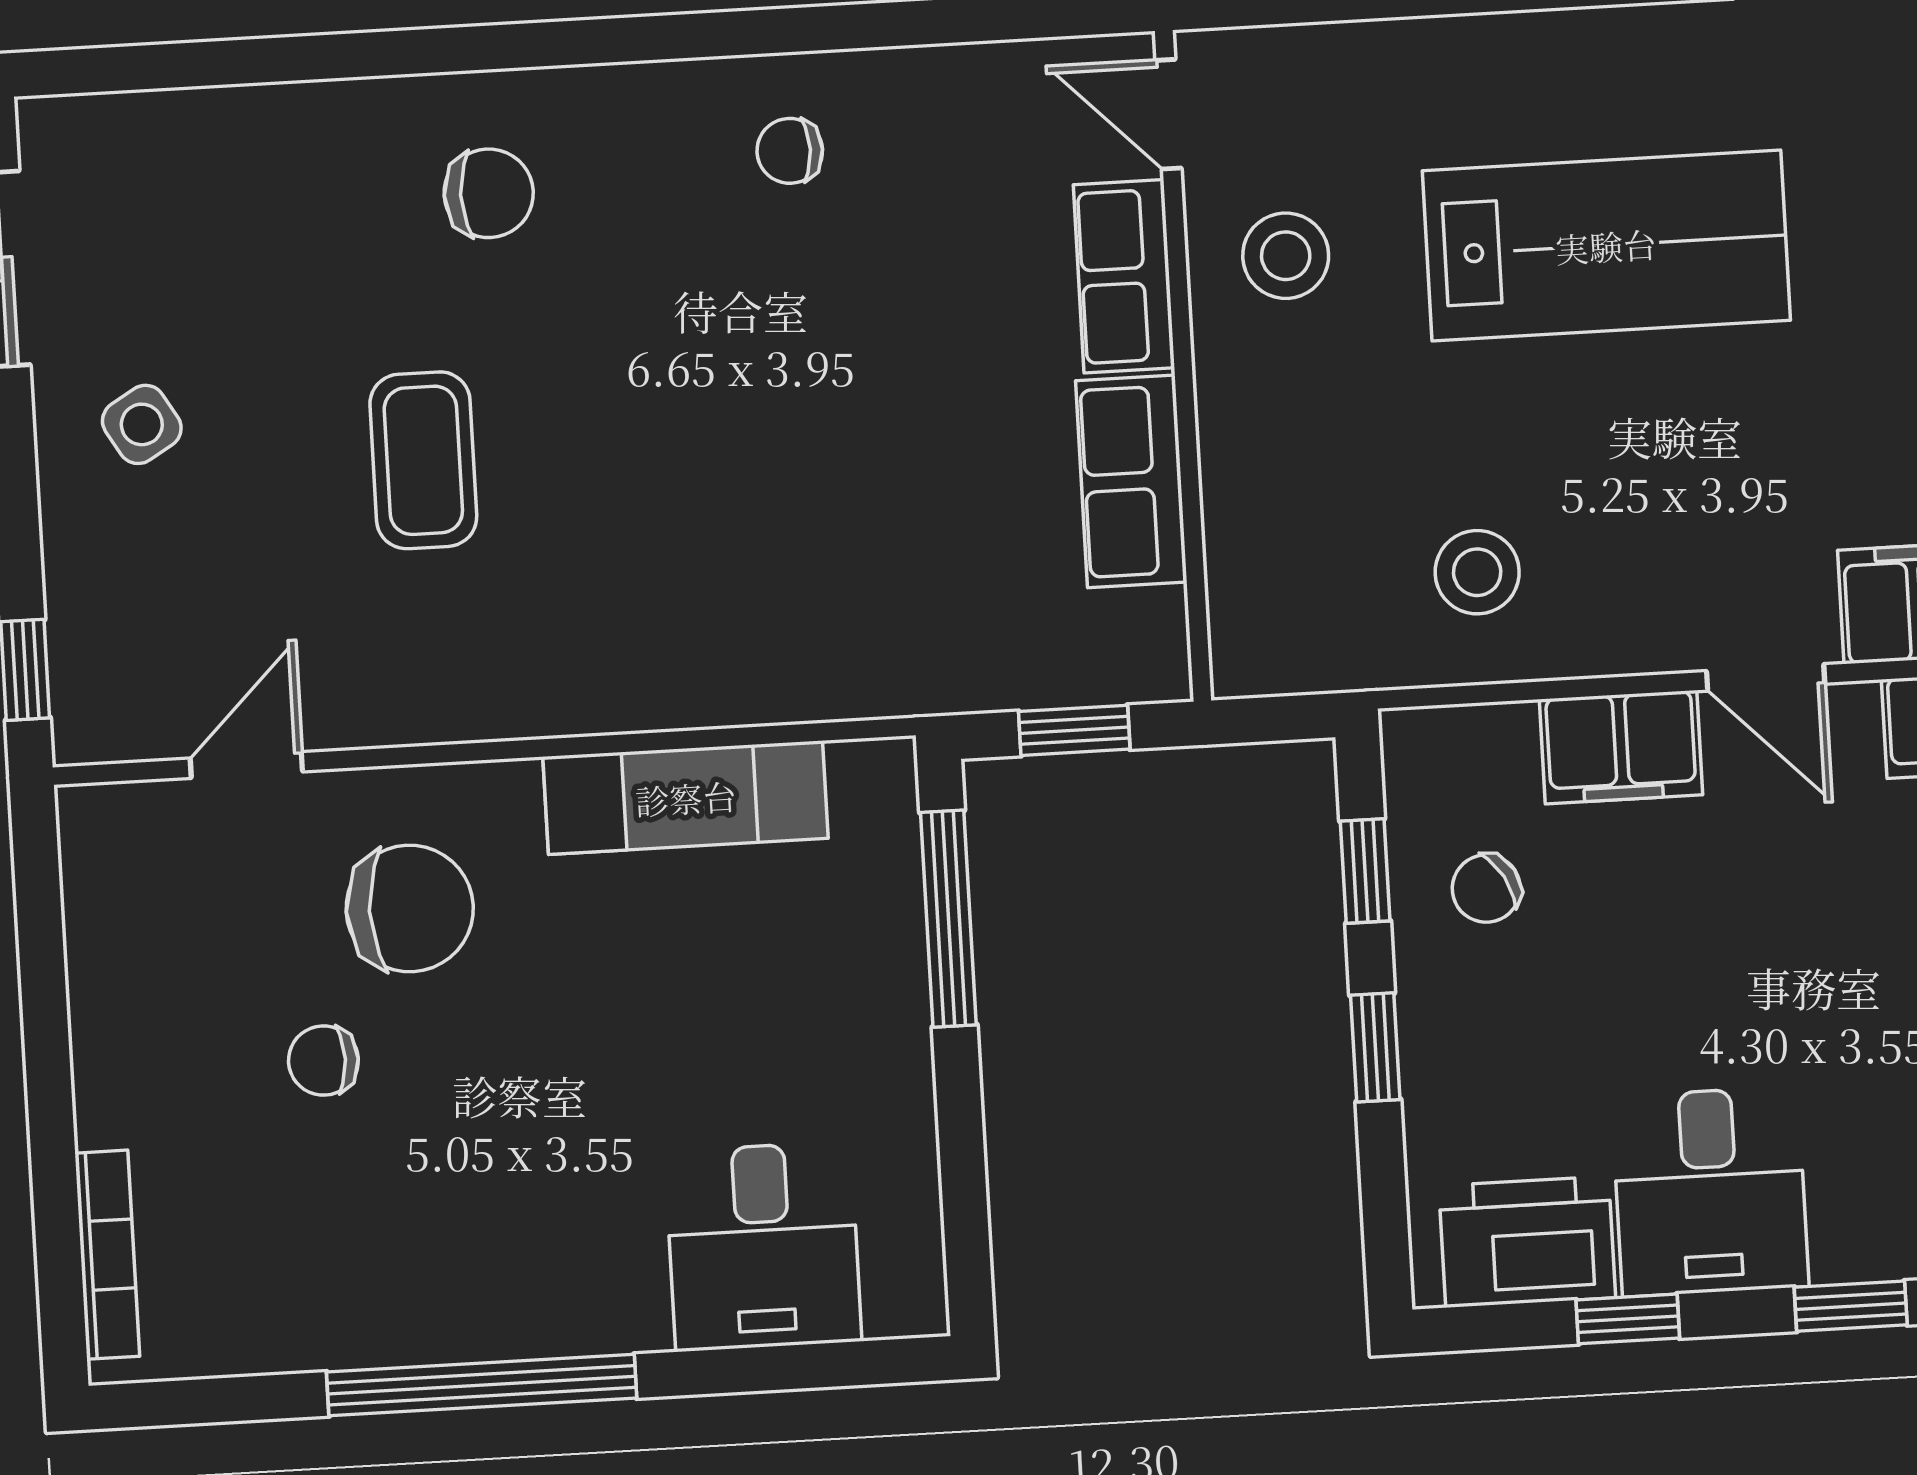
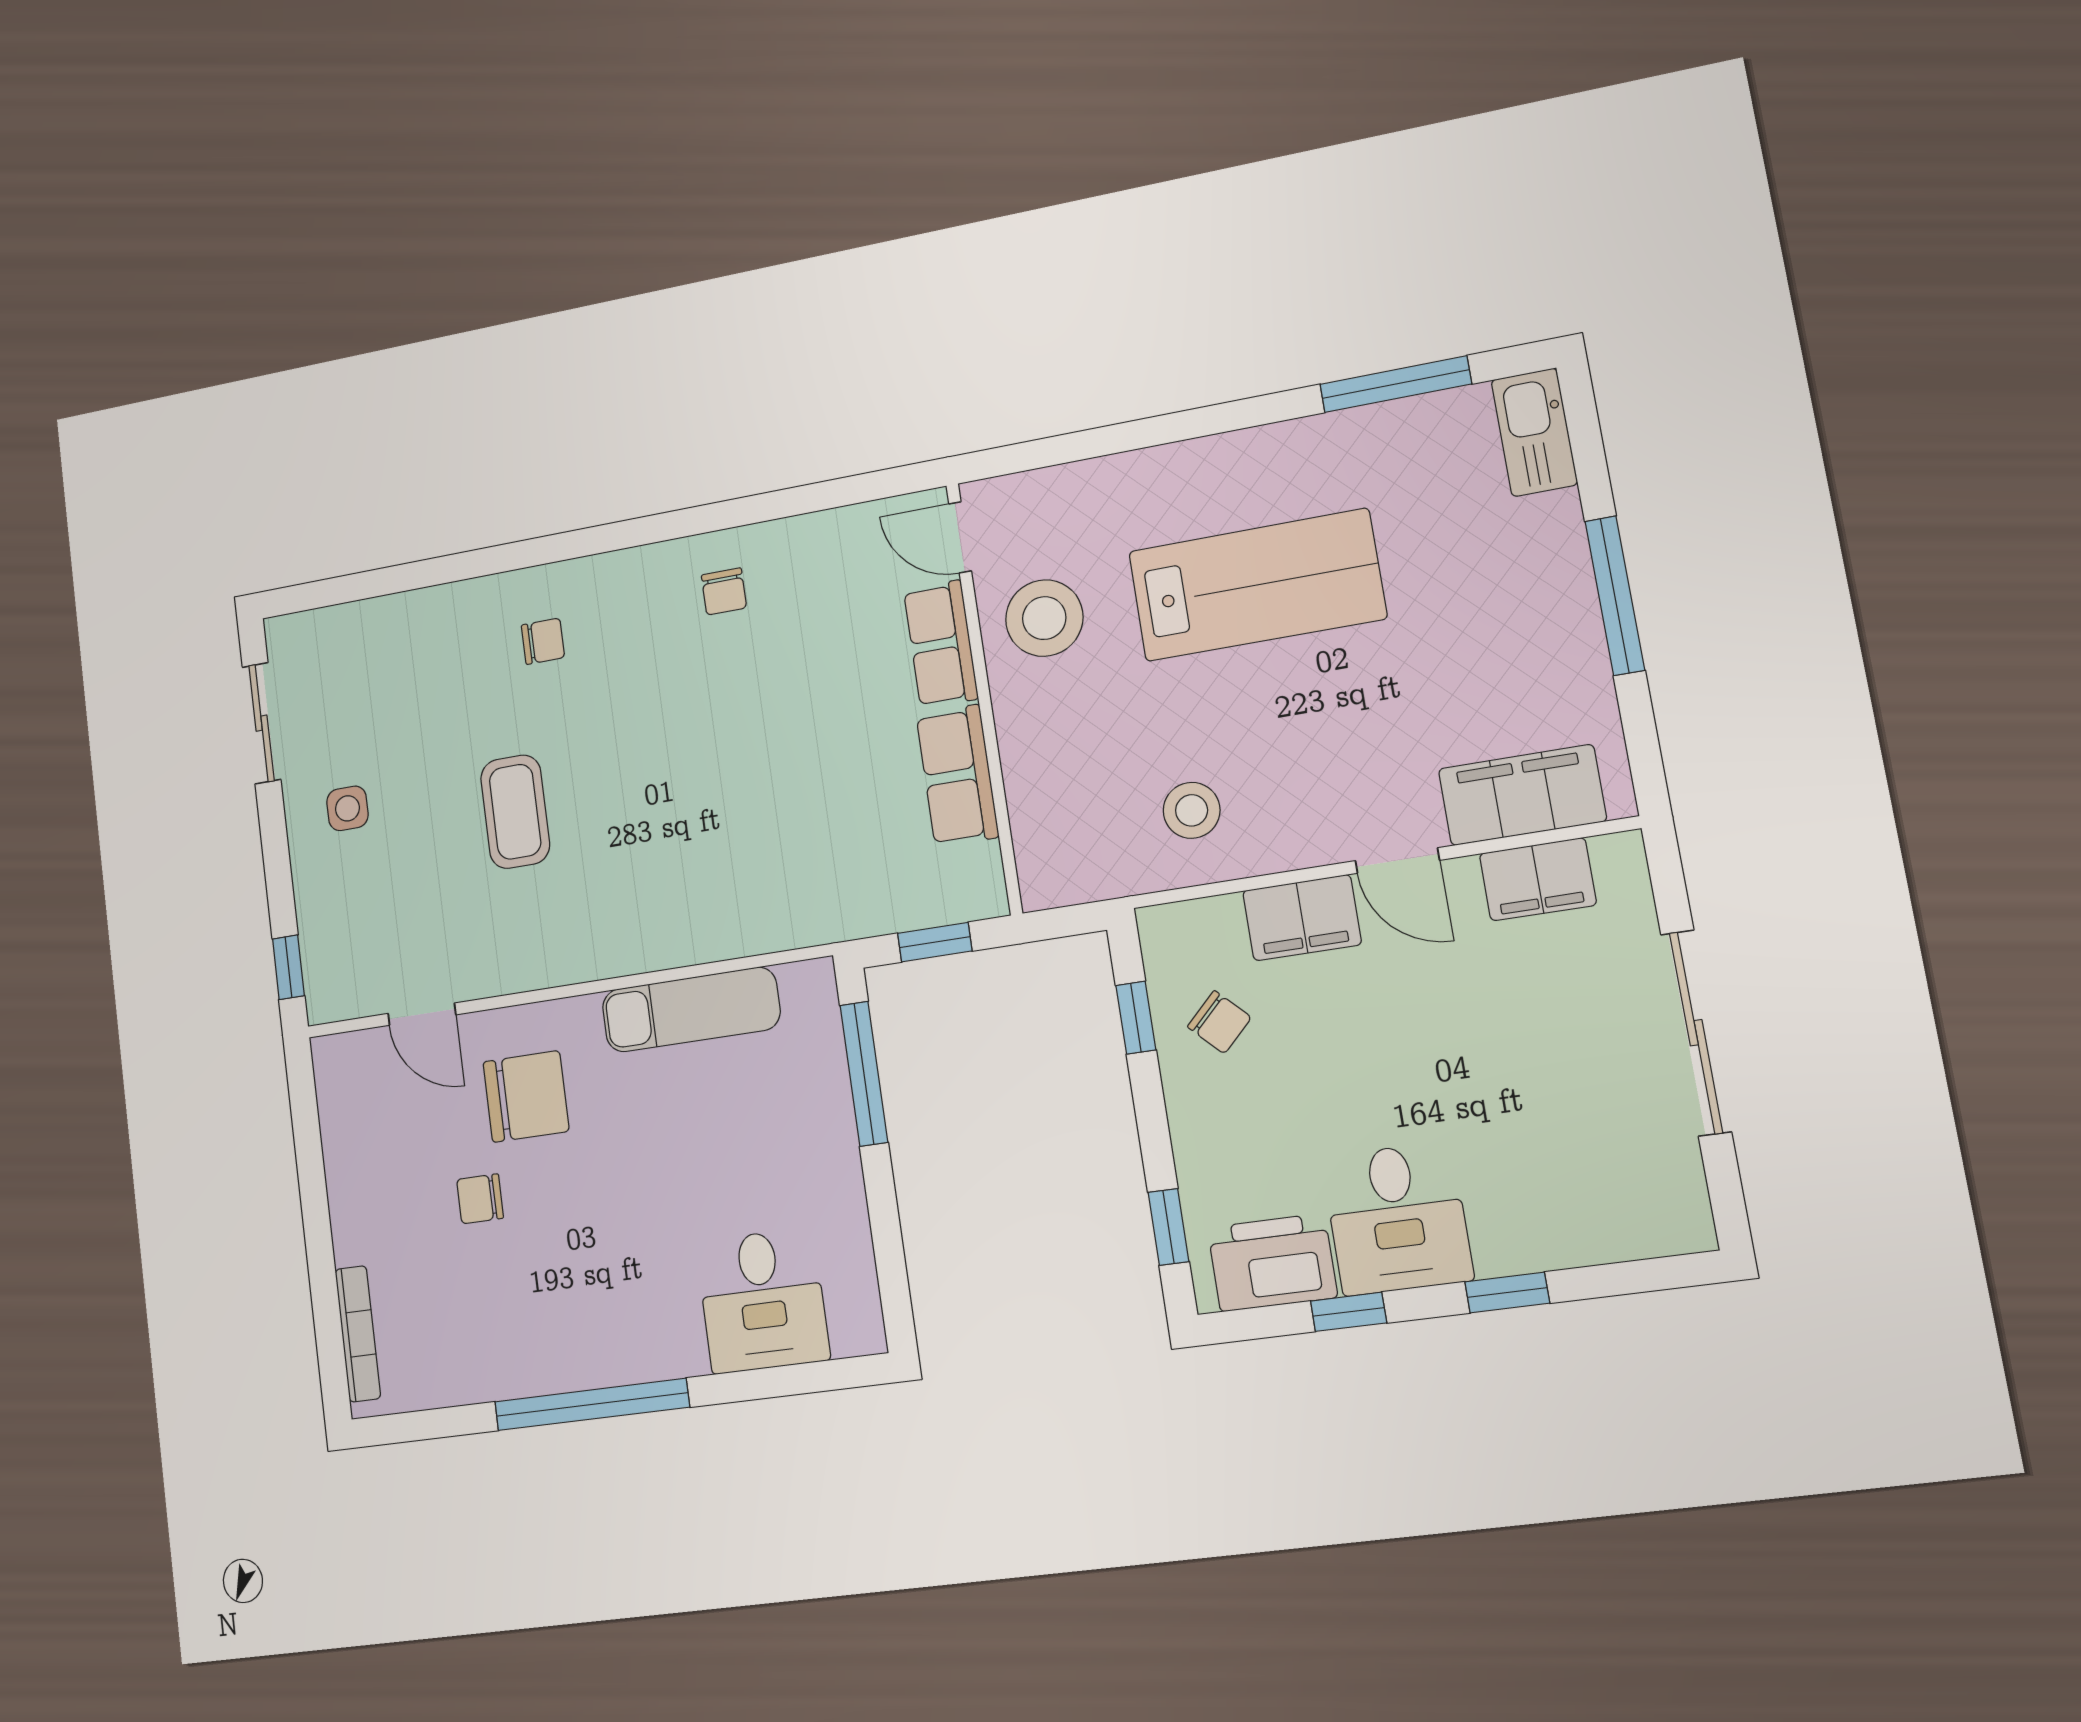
chair: (790, 151) -> (724, 591), turned -90
chair: (489, 193) -> (543, 641), width x0.73, depth x0.73
stool: (1286, 256) -> (1044, 618), width x1.38, depth x1.38
side table: (142, 424) -> (347, 808), turned 31
door: (246, 765) -> (422, 1014), swing flipped
chair: (1486, 889) -> (1219, 1022), turned -105
window: (1375, 1047) -> (1168, 1227), moved

